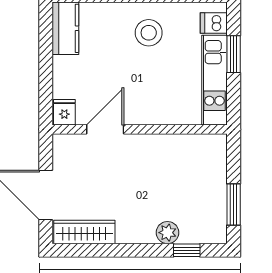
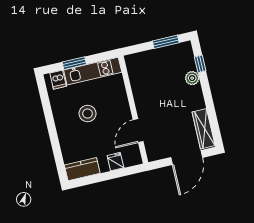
stool: (149, 33) -> (88, 114), moved
fridge: (64, 112) -> (115, 162), moved, turned 90
door: (105, 129) -> (138, 131), hinge flipped

